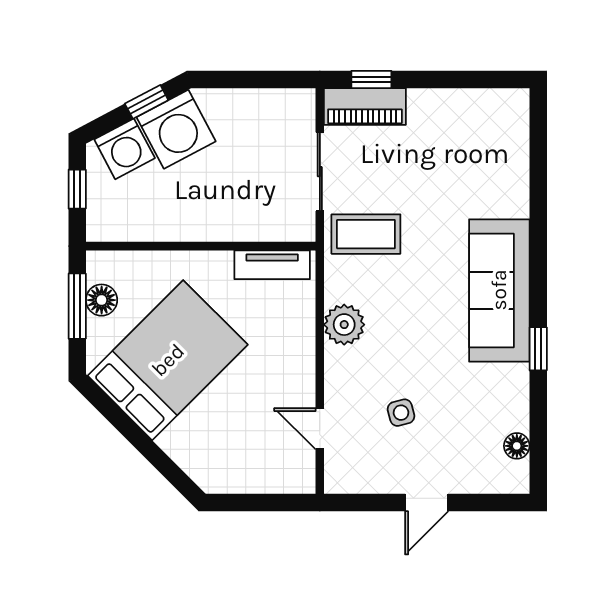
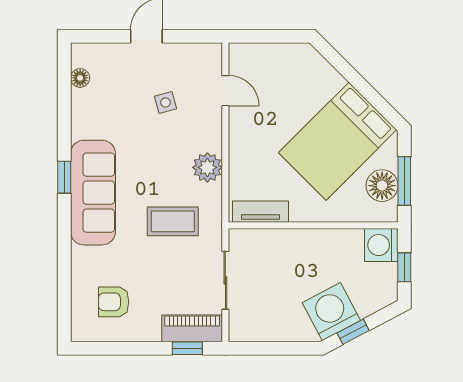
armchair: (471, 142) -> (114, 302), added
washing machine: (125, 149) -> (381, 245), moved, turned -62
coffee table: (366, 234) -> (173, 221), moved
floor lamp: (102, 300) -> (382, 186), width x1.38, depth x1.38
window: (538, 349) -> (64, 177), moved

